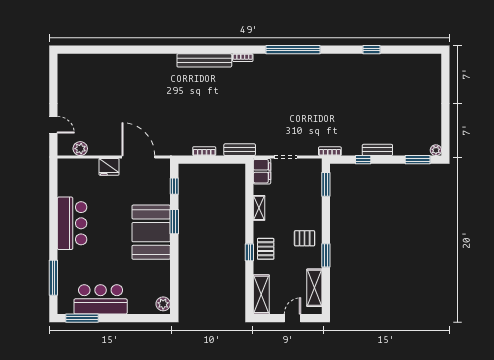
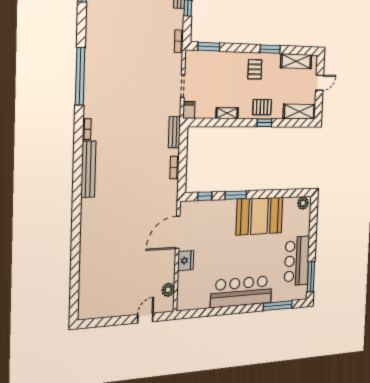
filing cabinet: (262, 171) -> (189, 110), width x0.50
bar counter: (72, 223) -> (241, 292), width x1.36
booth: (151, 232) -> (260, 216), moved
door: (293, 318) -> (320, 83), swing flipped

